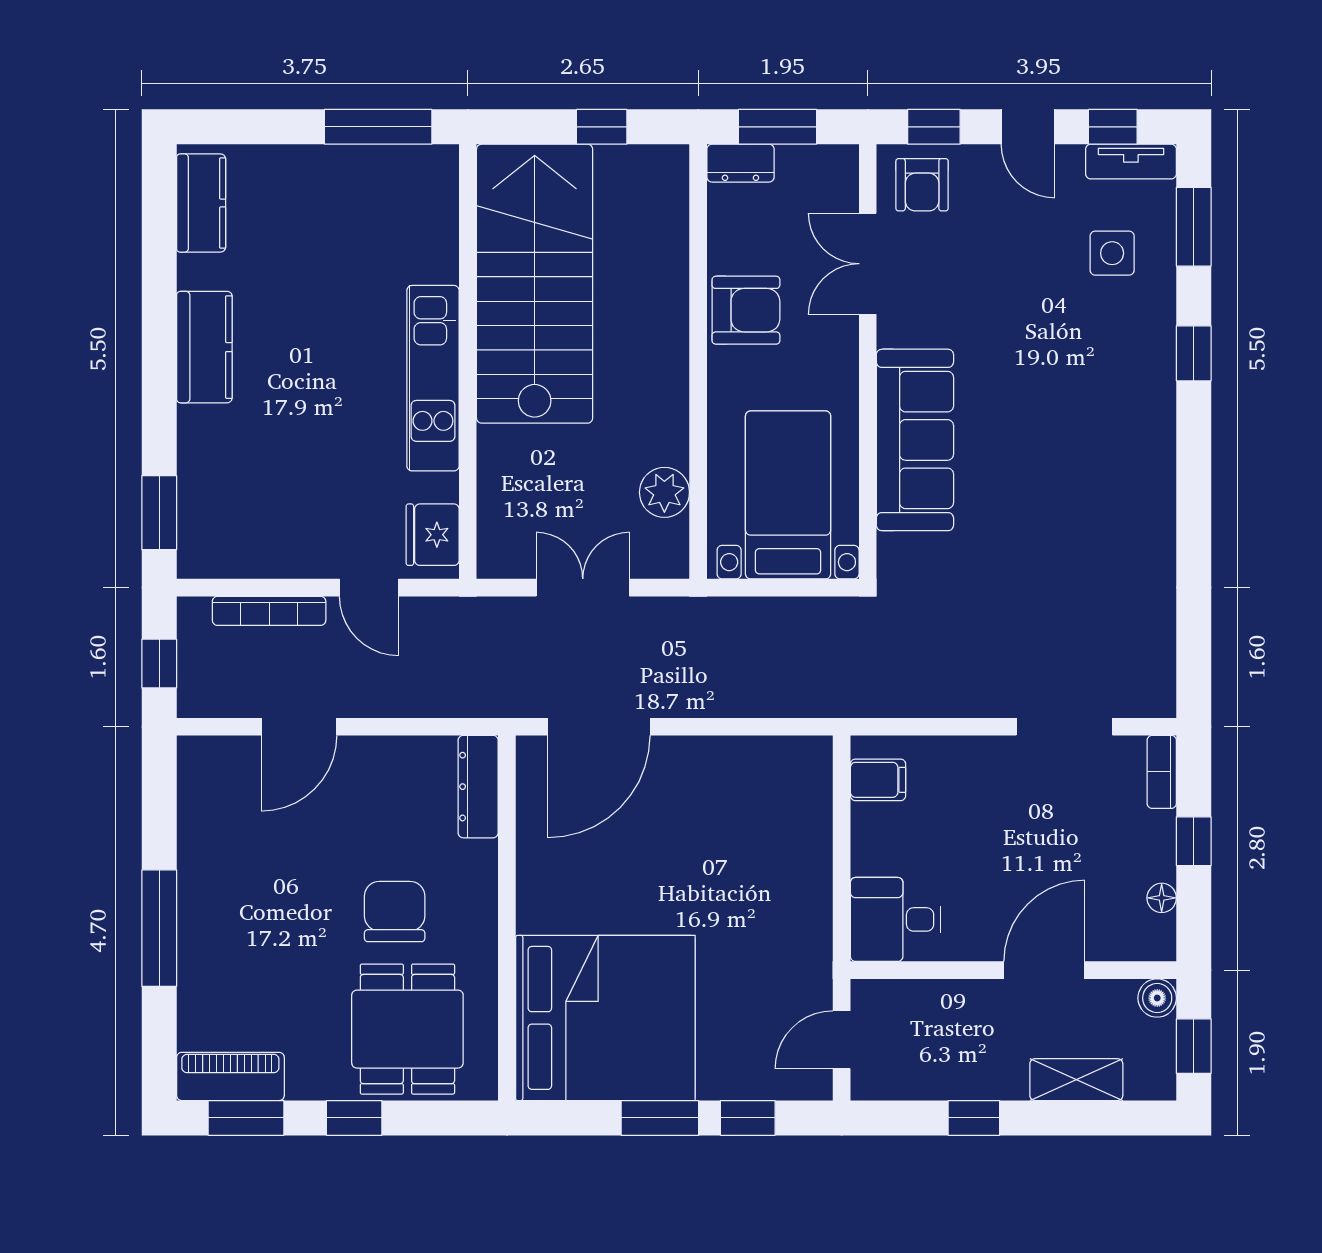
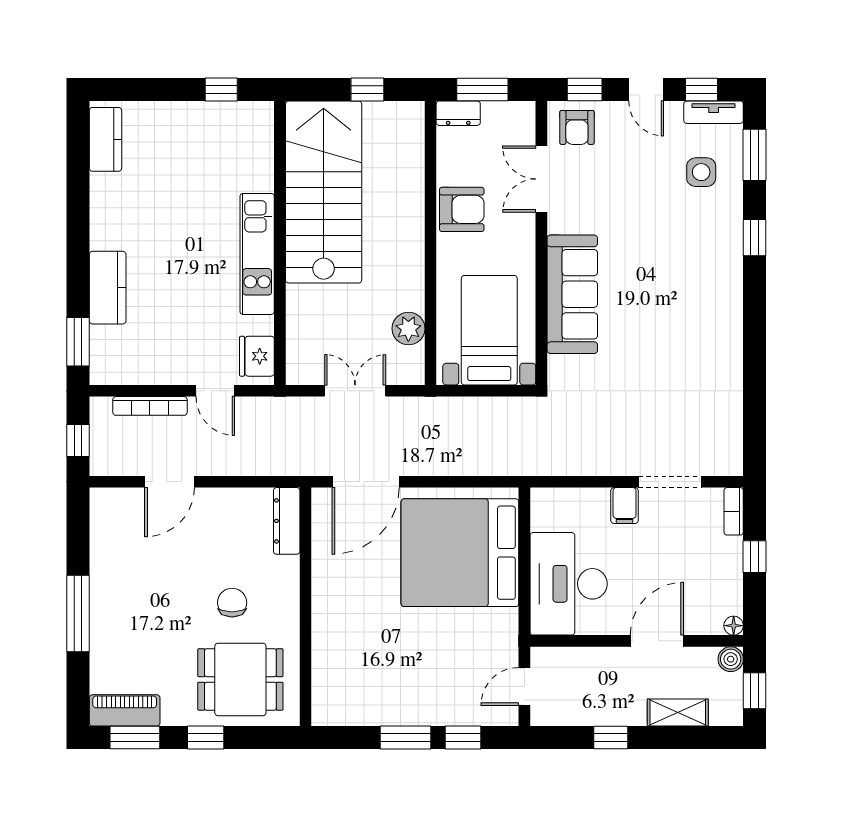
window: (378, 127) -> (221, 89), width x0.46
kitchen counter: (204, 347) -> (108, 288), moved
filing cabinet: (878, 780) -> (625, 506), moved, turned 90
floor lamp: (1162, 898) -> (734, 626), moved
chair: (395, 912) -> (232, 603), width x0.73, depth x0.73
desk: (896, 919) -> (569, 584), width x1.87, depth x1.30
bed: (605, 1018) -> (460, 553), moved, turned 180
dining table: (407, 1029) -> (240, 679), turned 90

